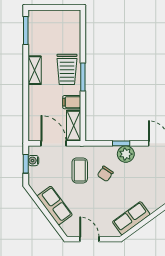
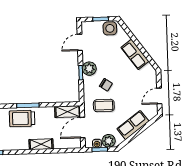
trolley: (67, 69) -> (22, 119), turned 180
shelving: (35, 70) -> (41, 144), moved
filing cabinet: (72, 102) -> (49, 114), removed
plant: (36, 175) -> (109, 141), added
row of seats: (131, 218) -> (135, 54), moved

